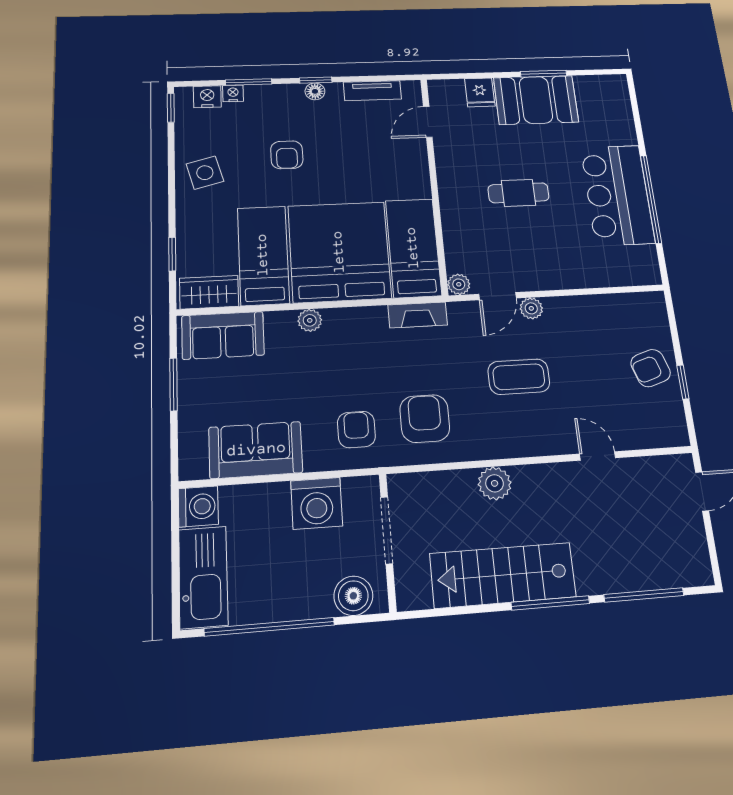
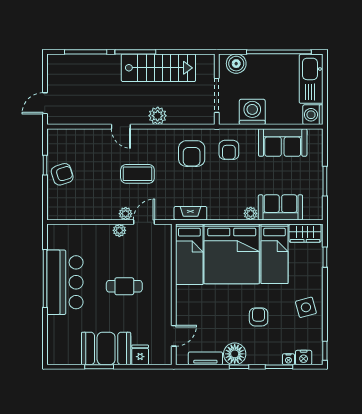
floor lamp: (315, 91) -> (235, 354), width x1.89, depth x1.89
plant: (459, 284) -> (119, 230), moved
sofa: (223, 335) -> (280, 207), moved
door: (598, 456) -> (121, 127), moved

